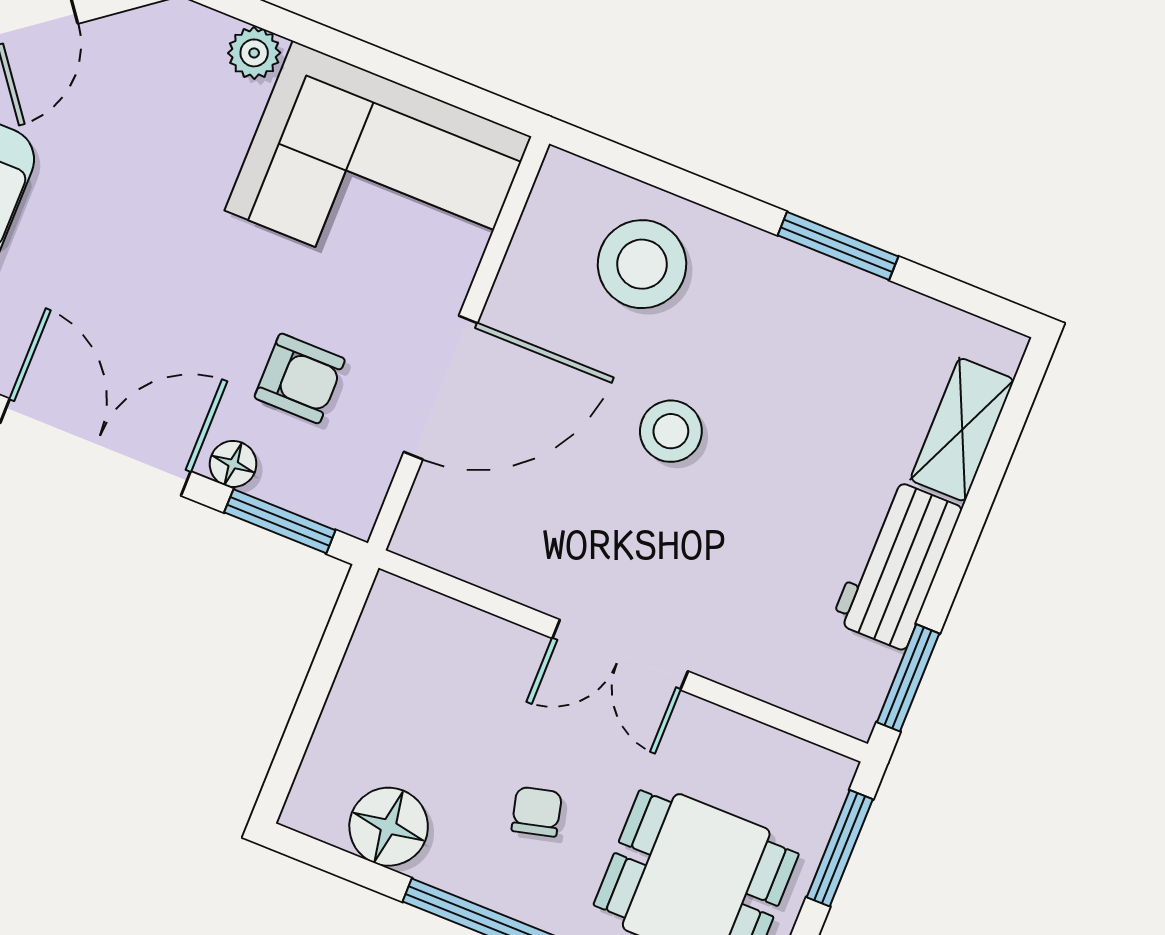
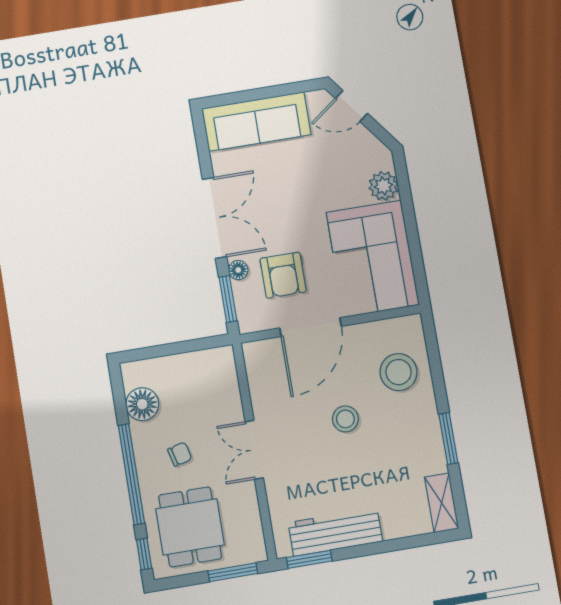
plant: (254, 53) -> (383, 186), width x1.38, depth x1.38
armchair: (300, 378) -> (283, 275), width x1.38, depth x1.38
door: (441, 388) -> (311, 327), hinge flipped
shelving: (962, 430) -> (442, 503), moved, turned 90
workbench: (897, 564) -> (335, 532), width x1.38

